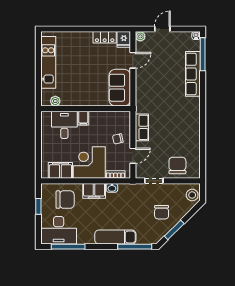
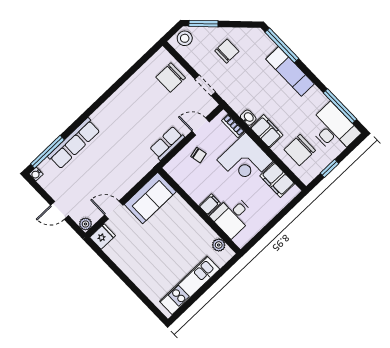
locker: (105, 37) -> (117, 256), removed
chair: (65, 200) -> (300, 150), turned -90
window: (174, 230) -> (203, 24), moved

